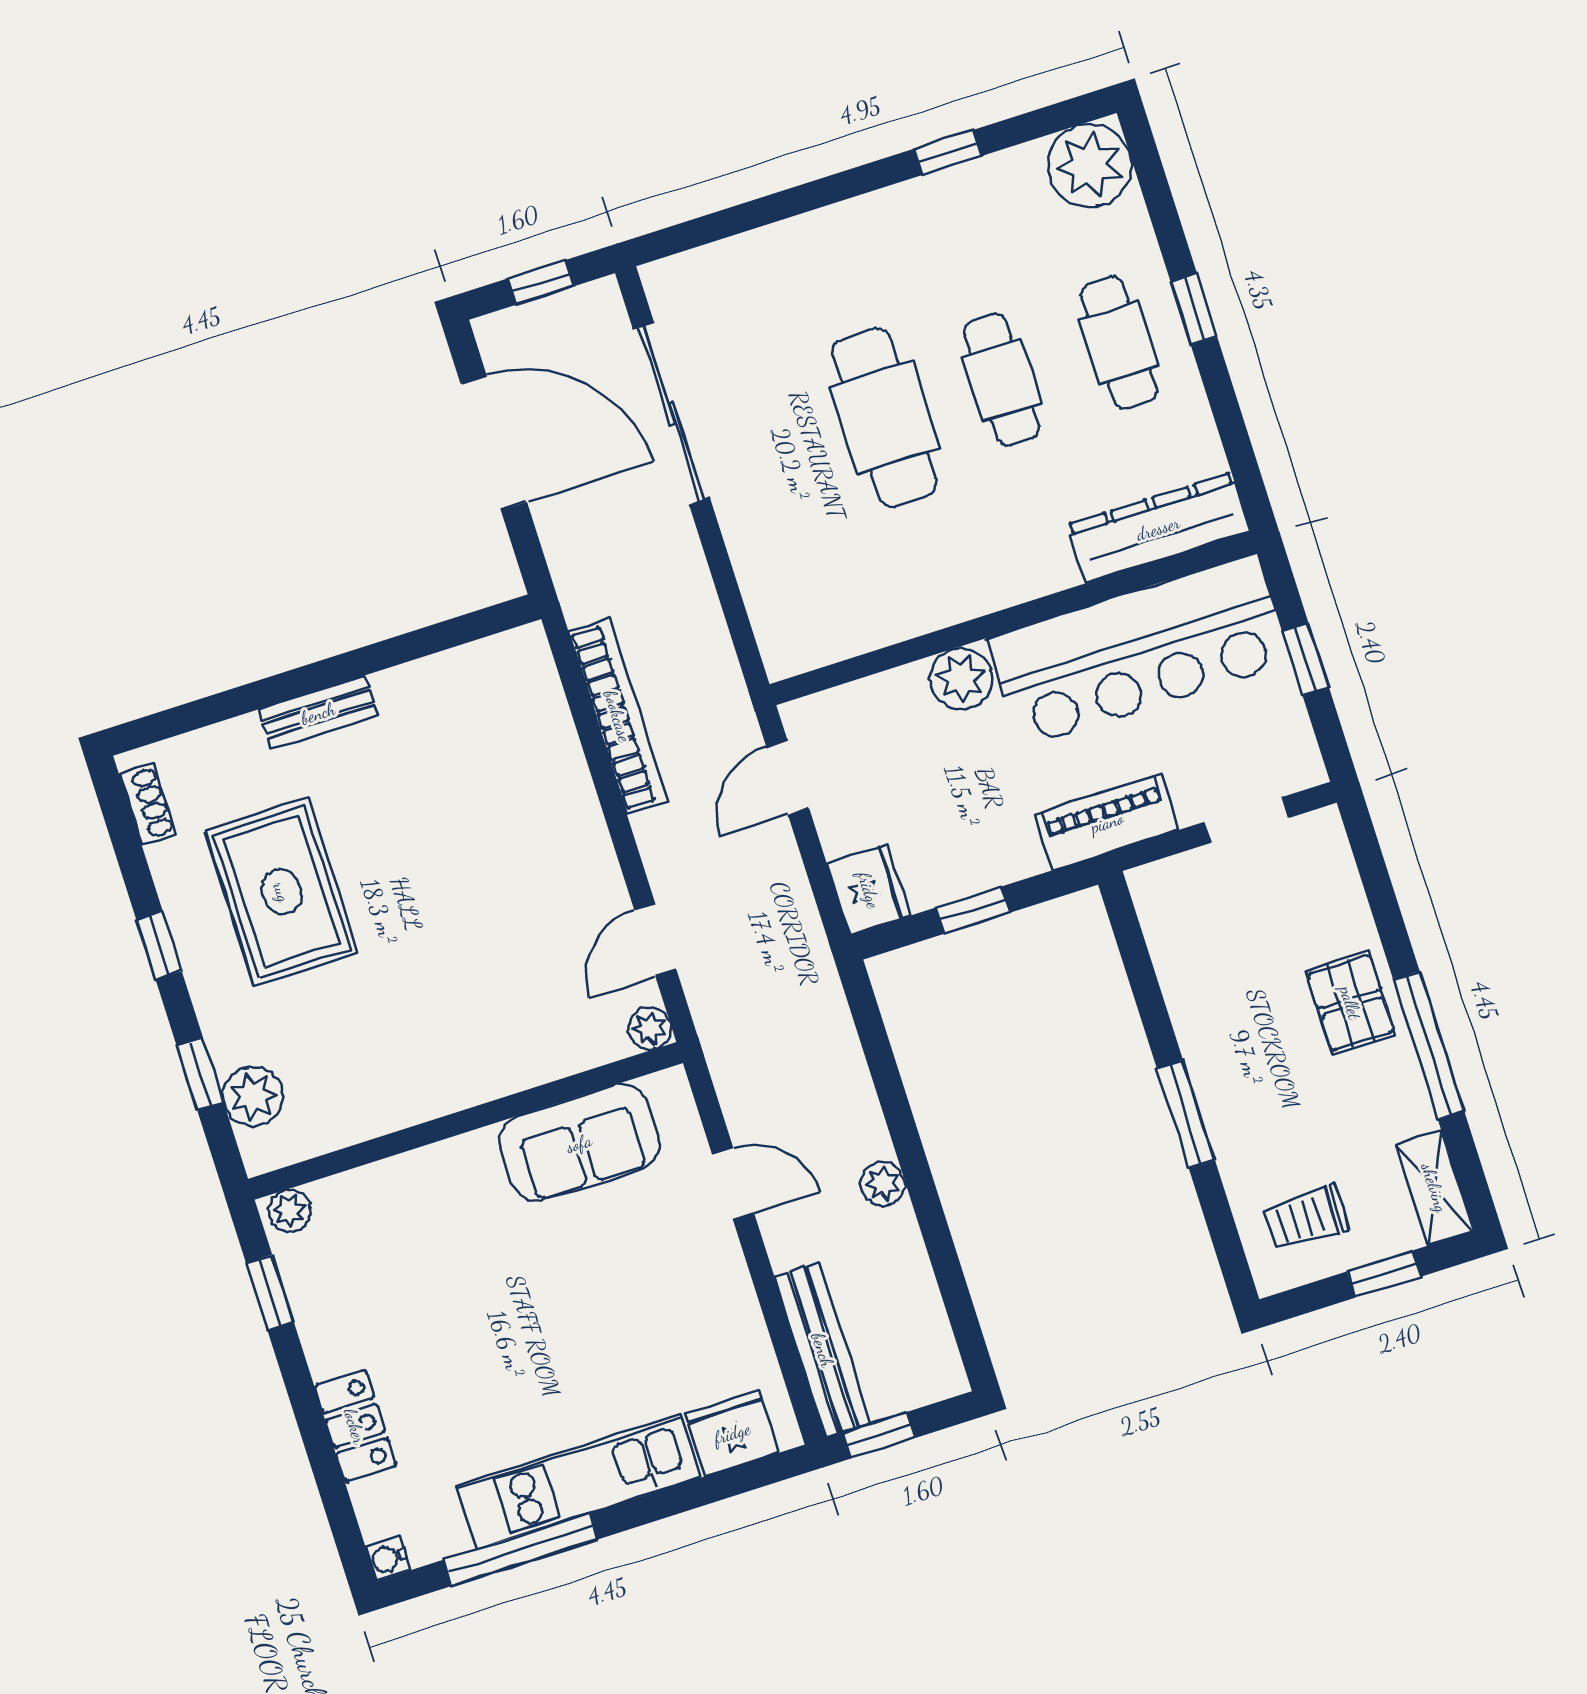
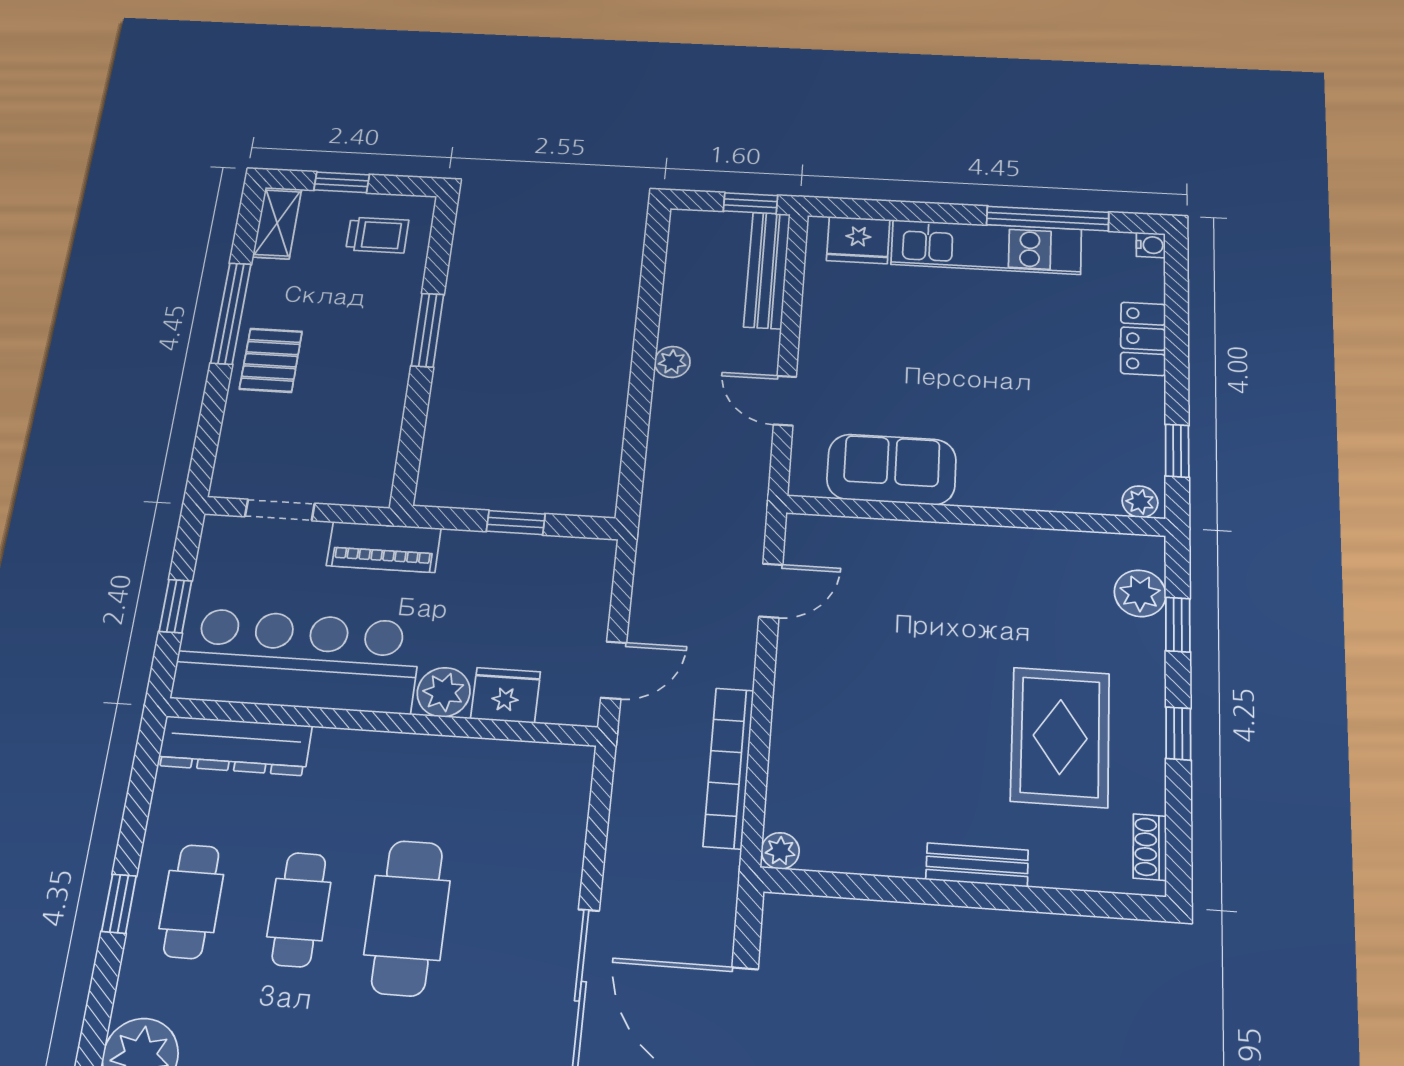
fridge: (869, 890) -> (506, 695), moved, turned 90
plant: (650, 1028) -> (780, 851), moved

